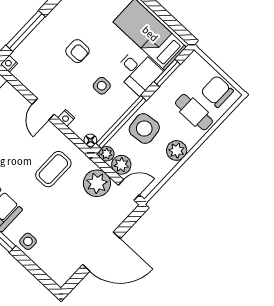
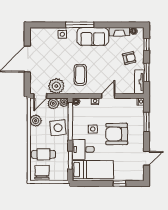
window: (26, 31) -> (147, 122), width x0.69
armchair: (77, 51) -> (117, 134), width x1.88, depth x1.88
chair: (217, 91) -> (42, 172), turned -90
door: (43, 109) -> (108, 96), hinge flipped
plant: (177, 151) -> (36, 121), moved

